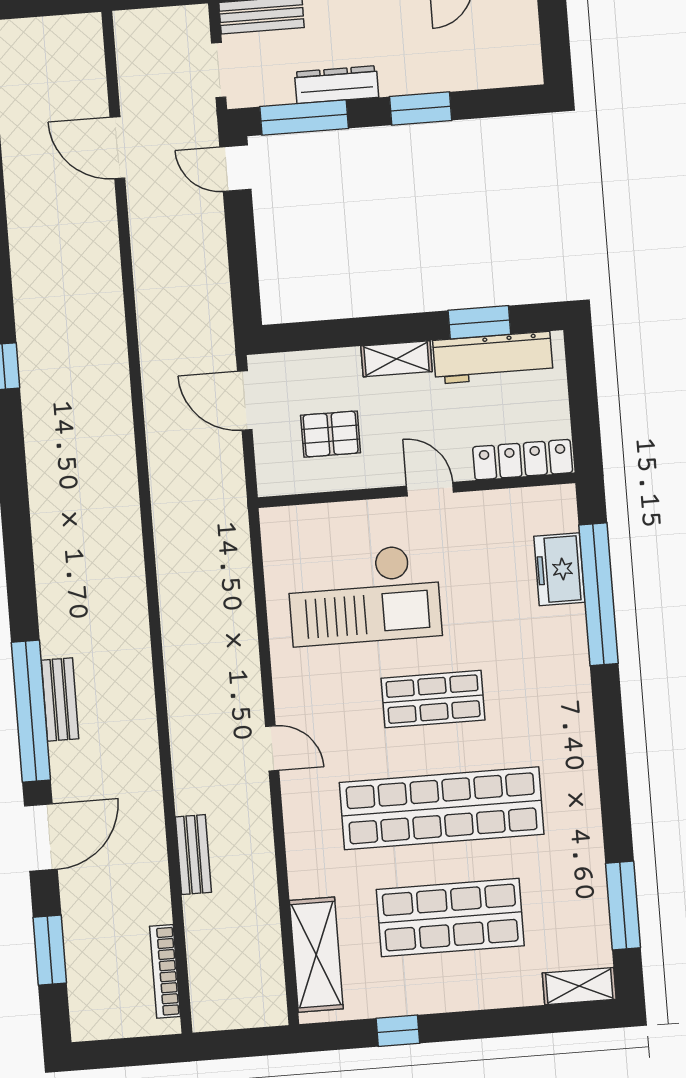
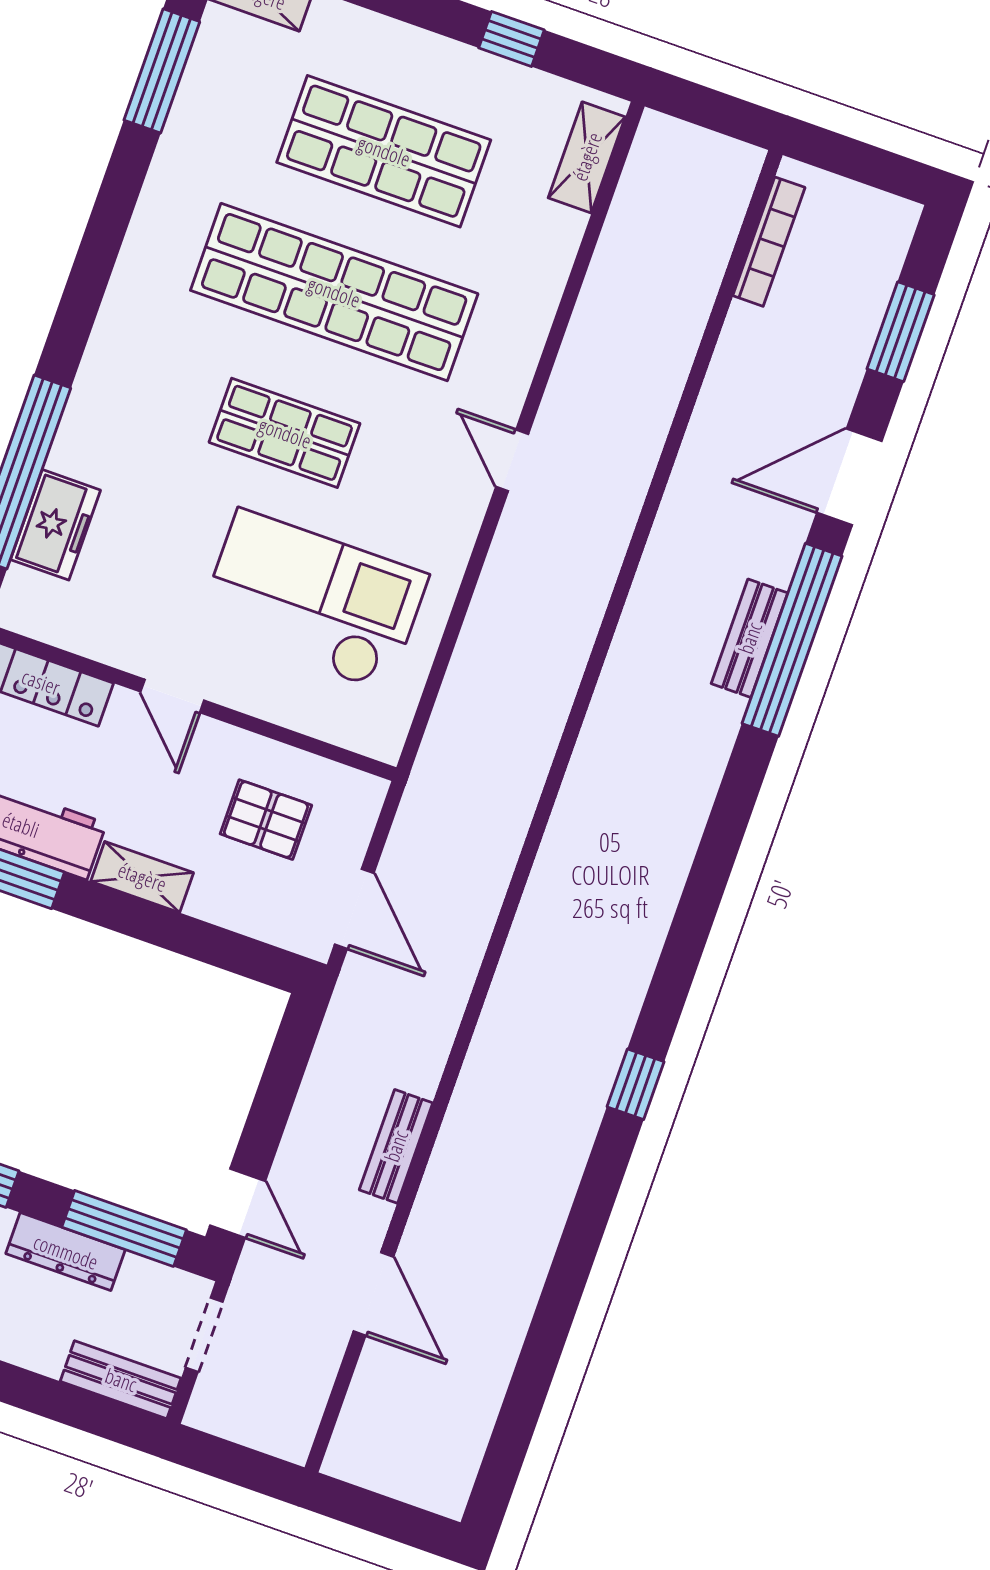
bench: (193, 855) -> (396, 1146), moved
shelving: (316, 955) -> (587, 157), width x0.67, depth x0.75

